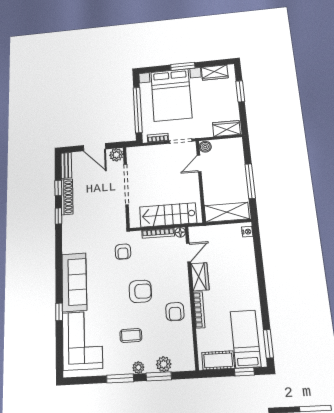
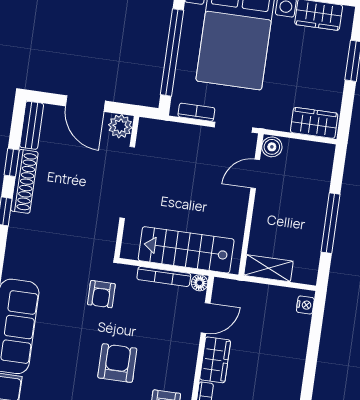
shelving: (227, 212) -> (268, 268), width x0.67, depth x0.75
armchair: (140, 291) -> (117, 363), turned -90

